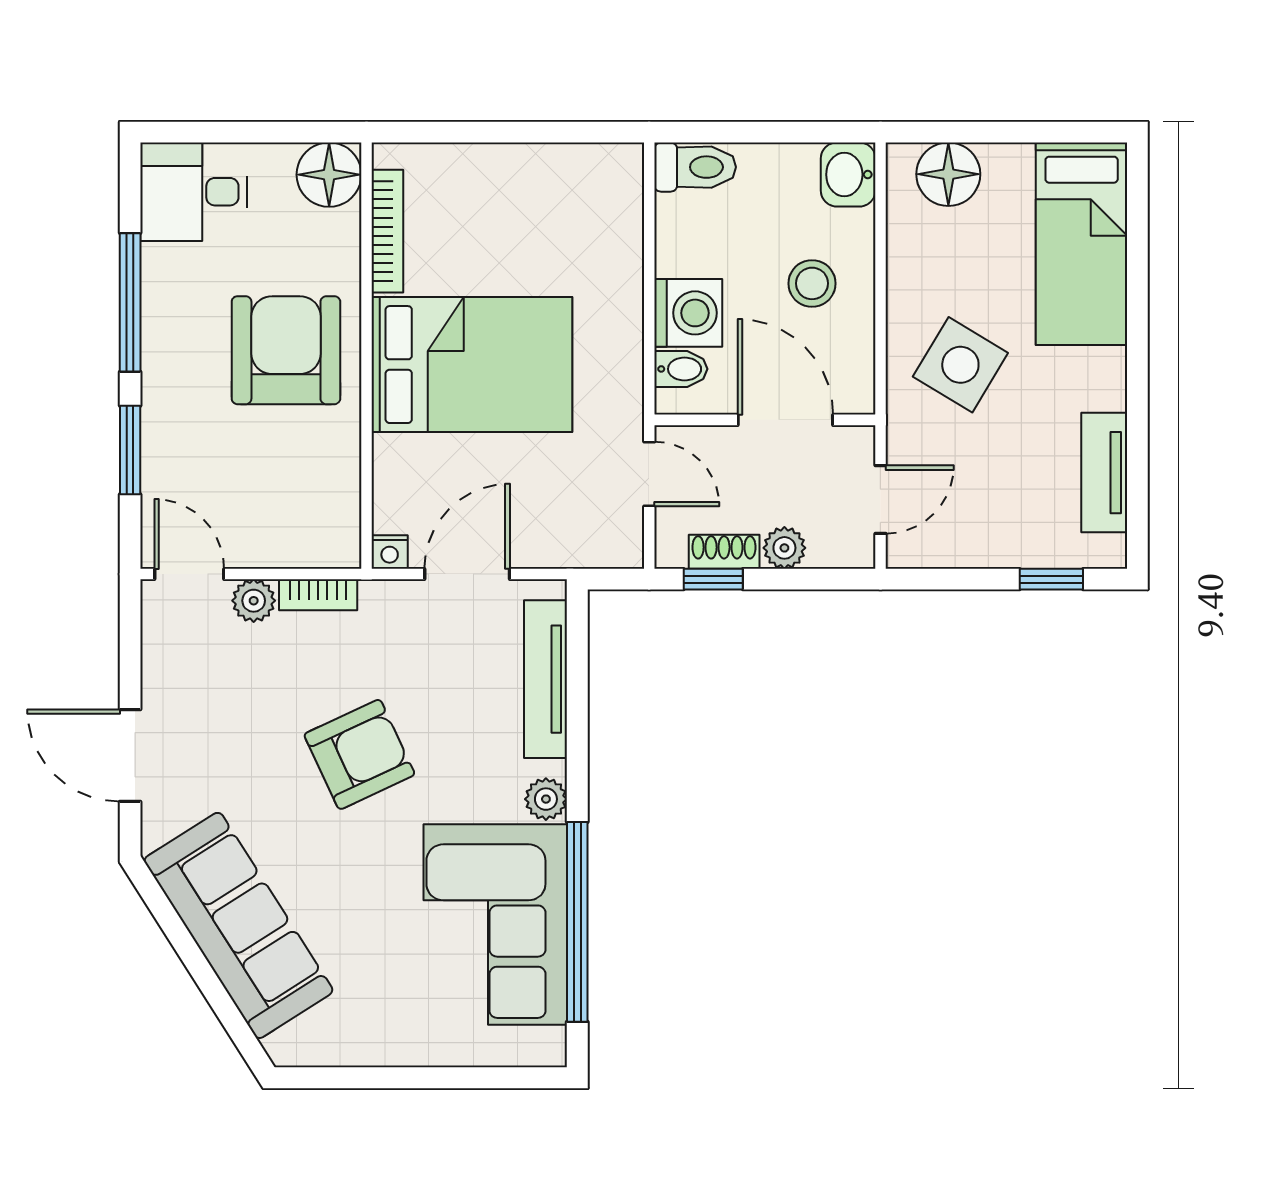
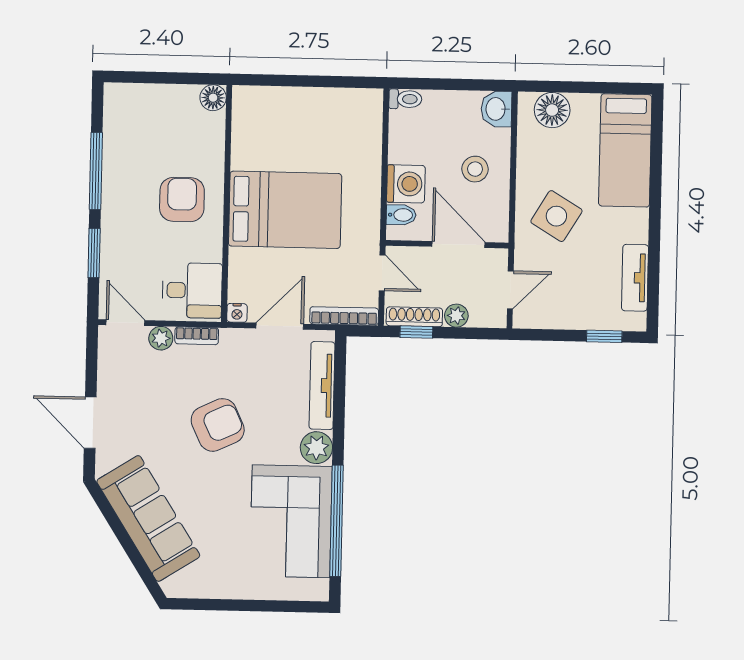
toilet: (695, 167) -> (405, 99), width x0.73, depth x0.72
floor lamp: (329, 175) -> (213, 98), width x0.73, depth x0.73
desk: (194, 192) -> (192, 290), moved, turned 180
bookcase: (387, 231) -> (344, 316), moved, turned -90
armchair: (286, 350) -> (182, 199), width x0.73, depth x0.73
shoe rack: (724, 552) -> (414, 317), width x1.43
plant: (546, 799) -> (316, 448), width x1.38, depth x1.38

